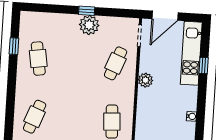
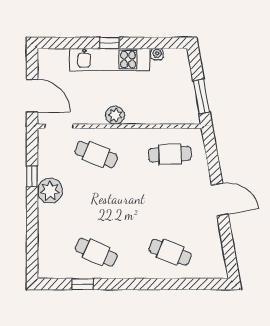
window: (87, 11) -> (32, 176), moved
kitchen unit: (191, 53) -> (110, 60), moved
cafe table: (38, 58) -> (96, 252), turned 33
window: (204, 66) -> (109, 43), moved

